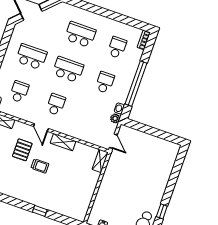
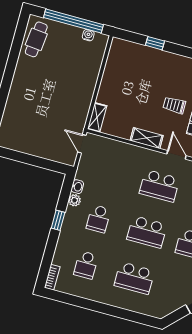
window: (136, 84) -> (58, 220), width x0.32
school desk: (56, 105) -> (159, 186), width x1.85
plant: (115, 118) -> (74, 200), moved
window: (40, 211) -> (155, 43), moved
window: (162, 211) -> (13, 58), removed

